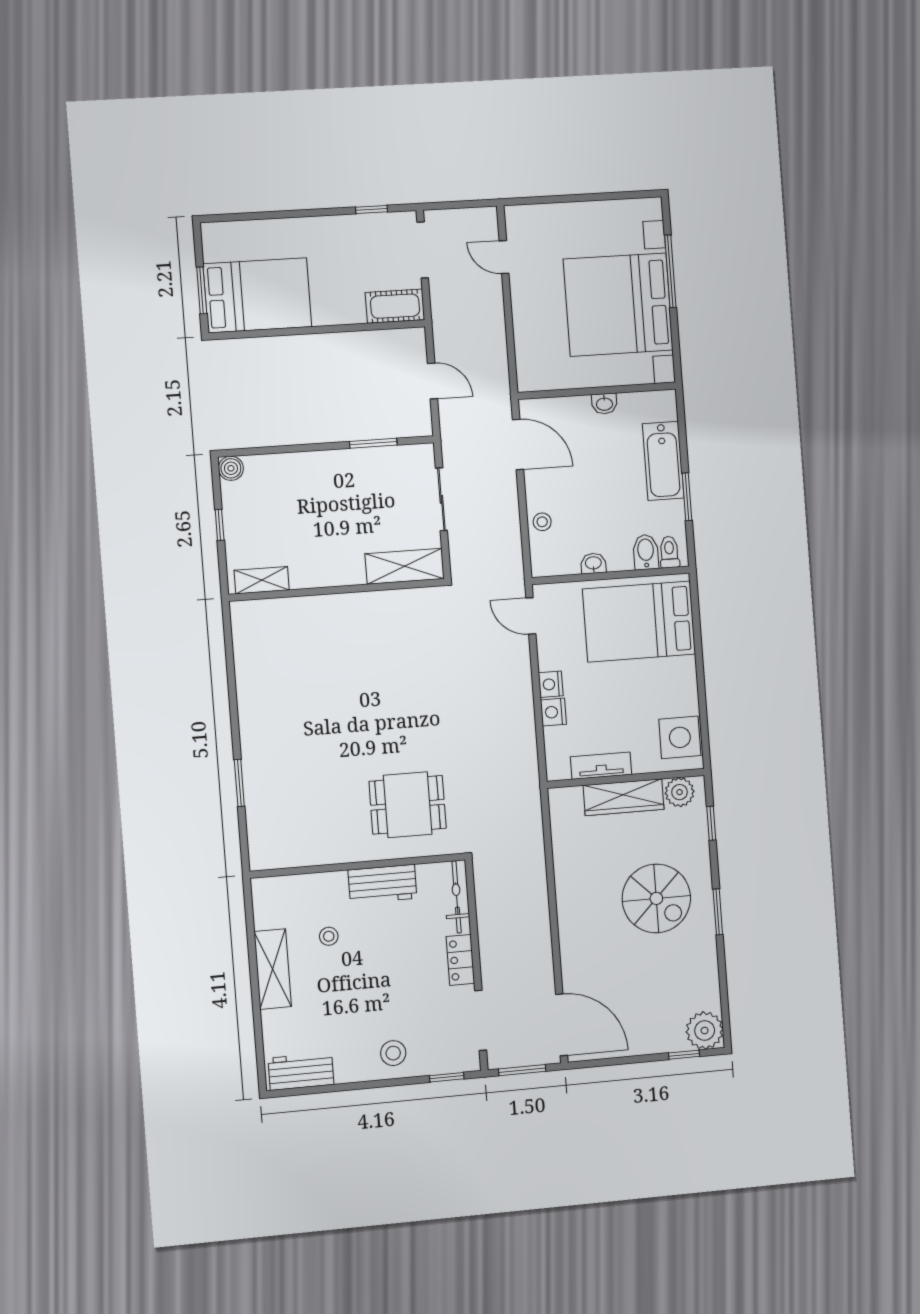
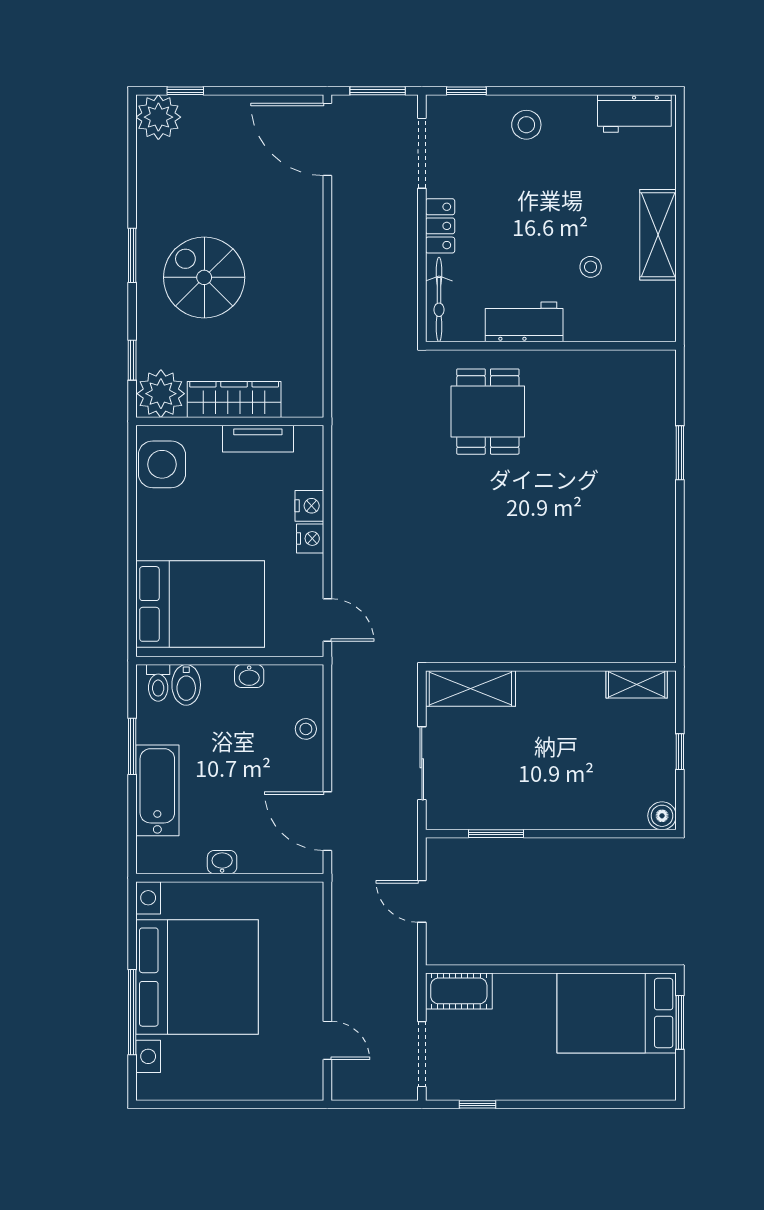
plant: (680, 792) -> (161, 394), width x1.36, depth x1.36
dining table: (408, 805) -> (488, 412), turned 90

